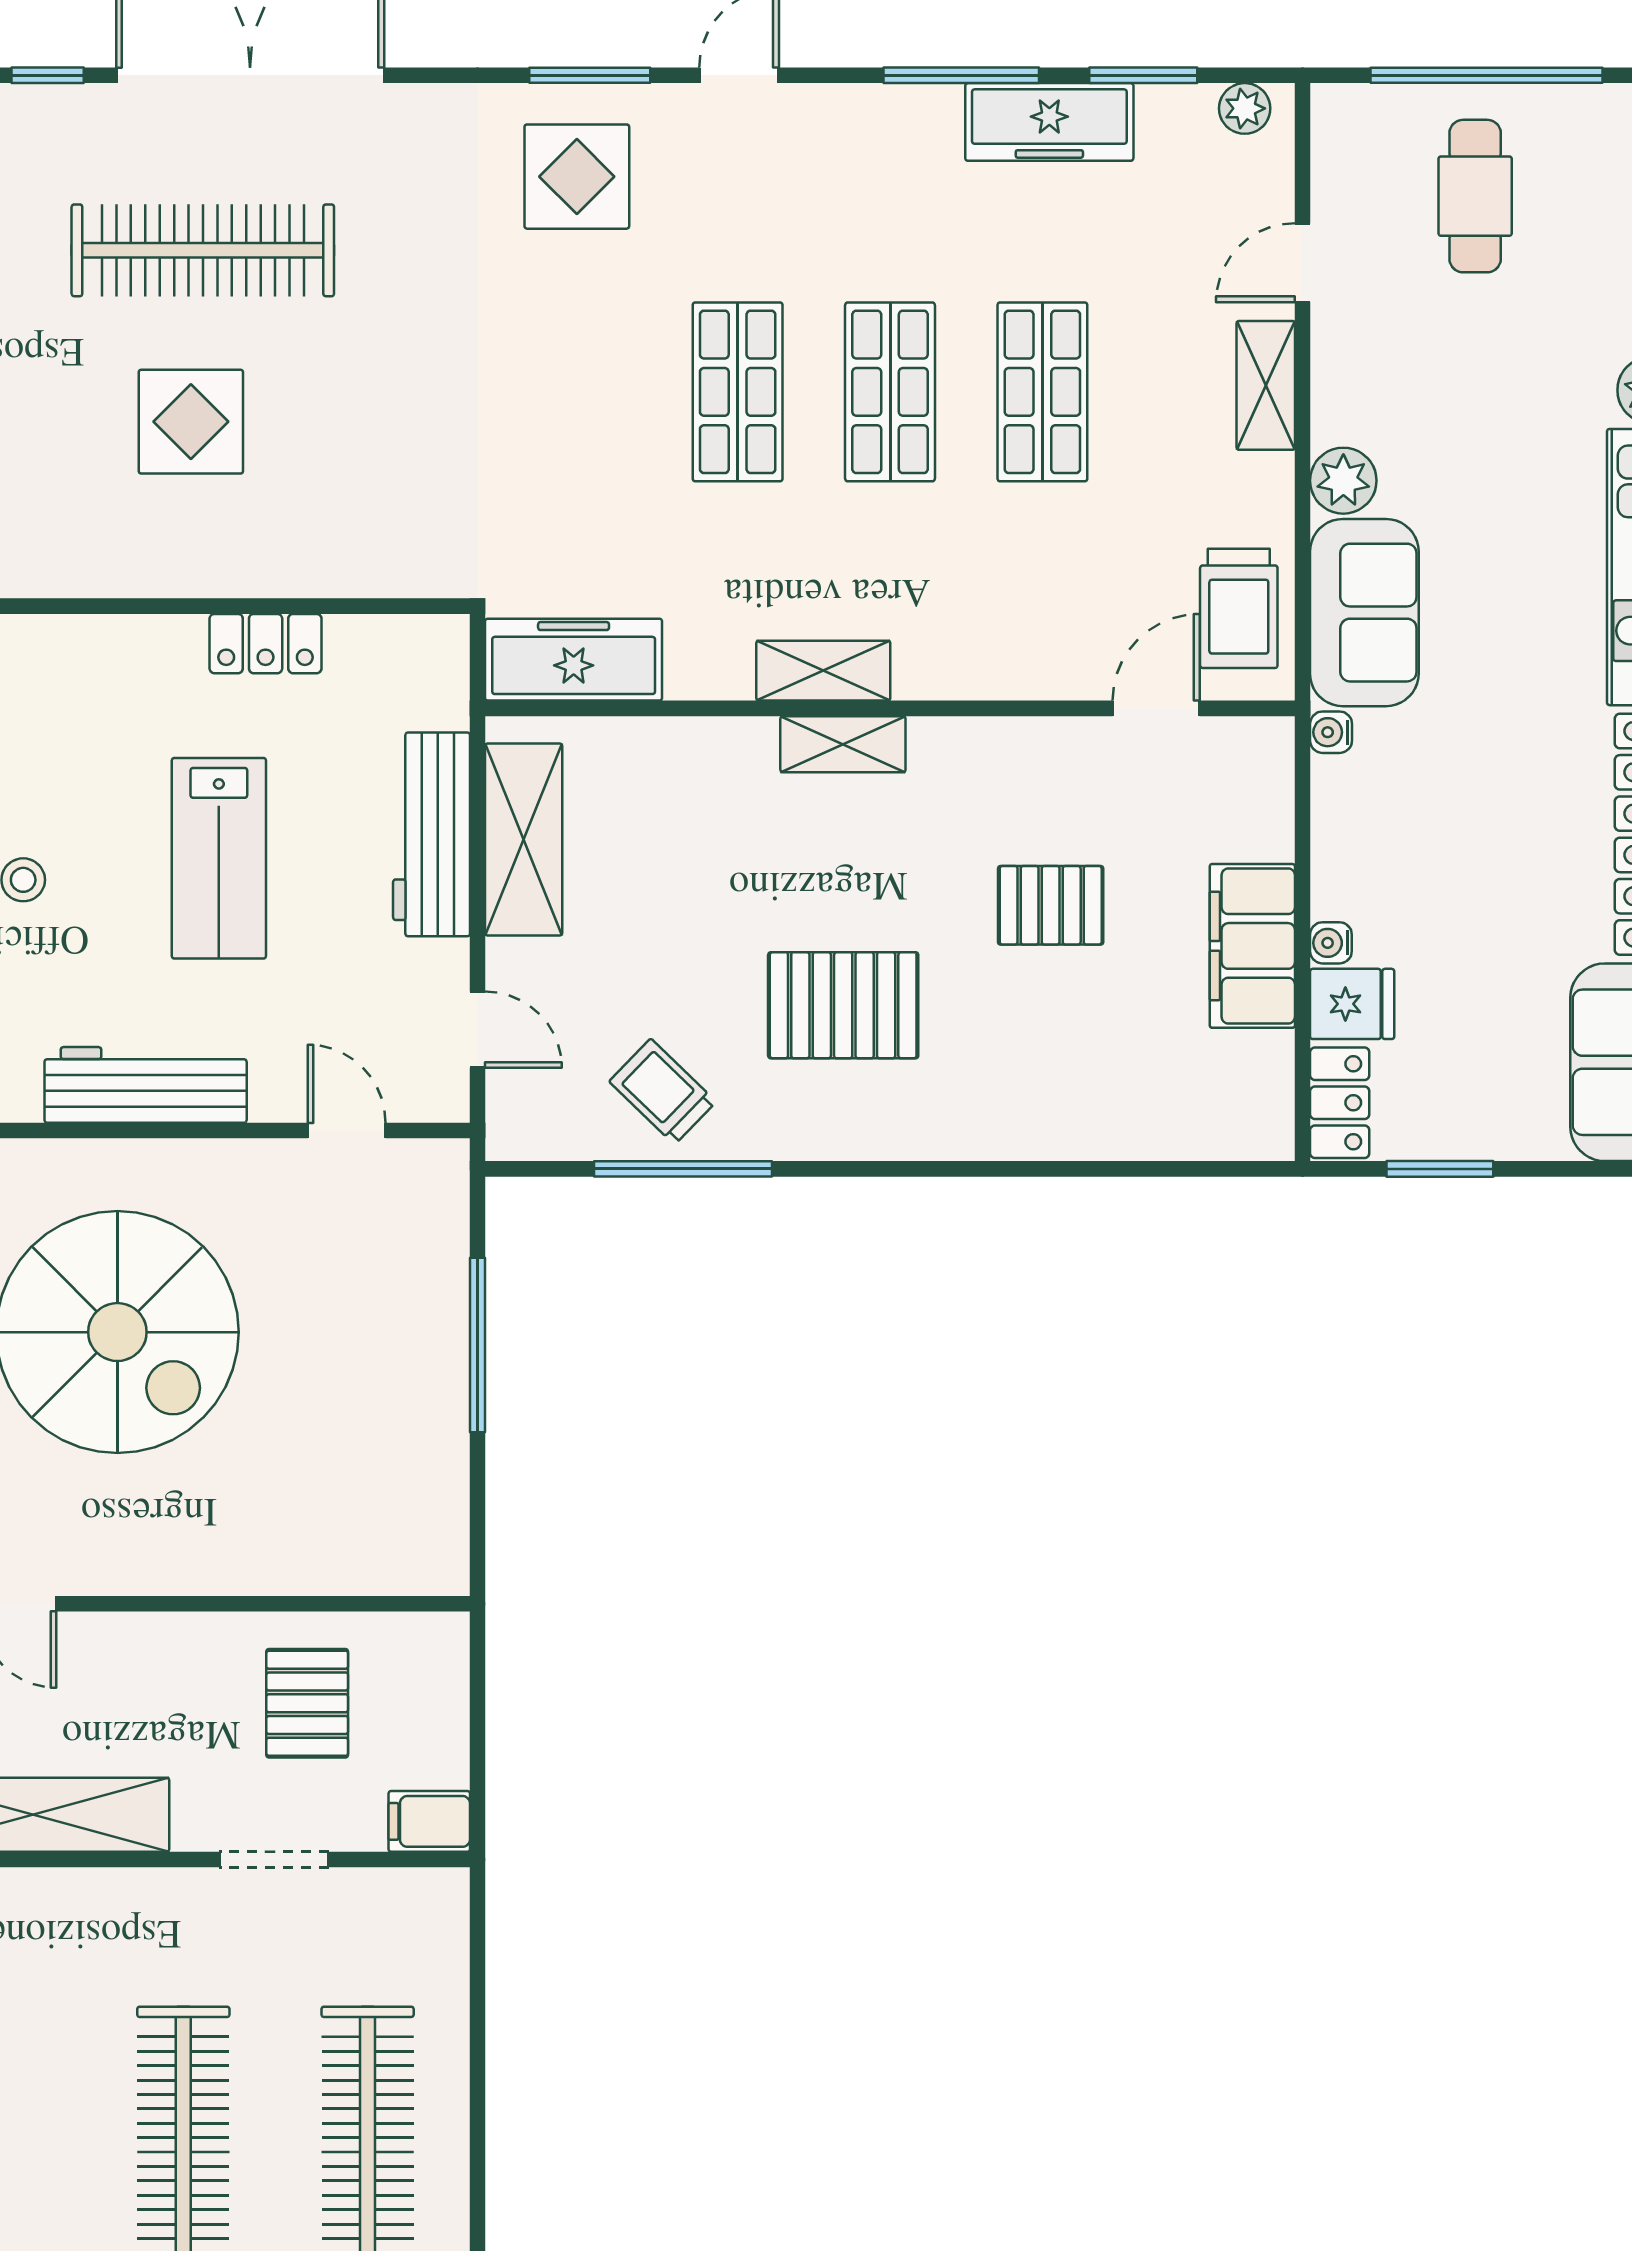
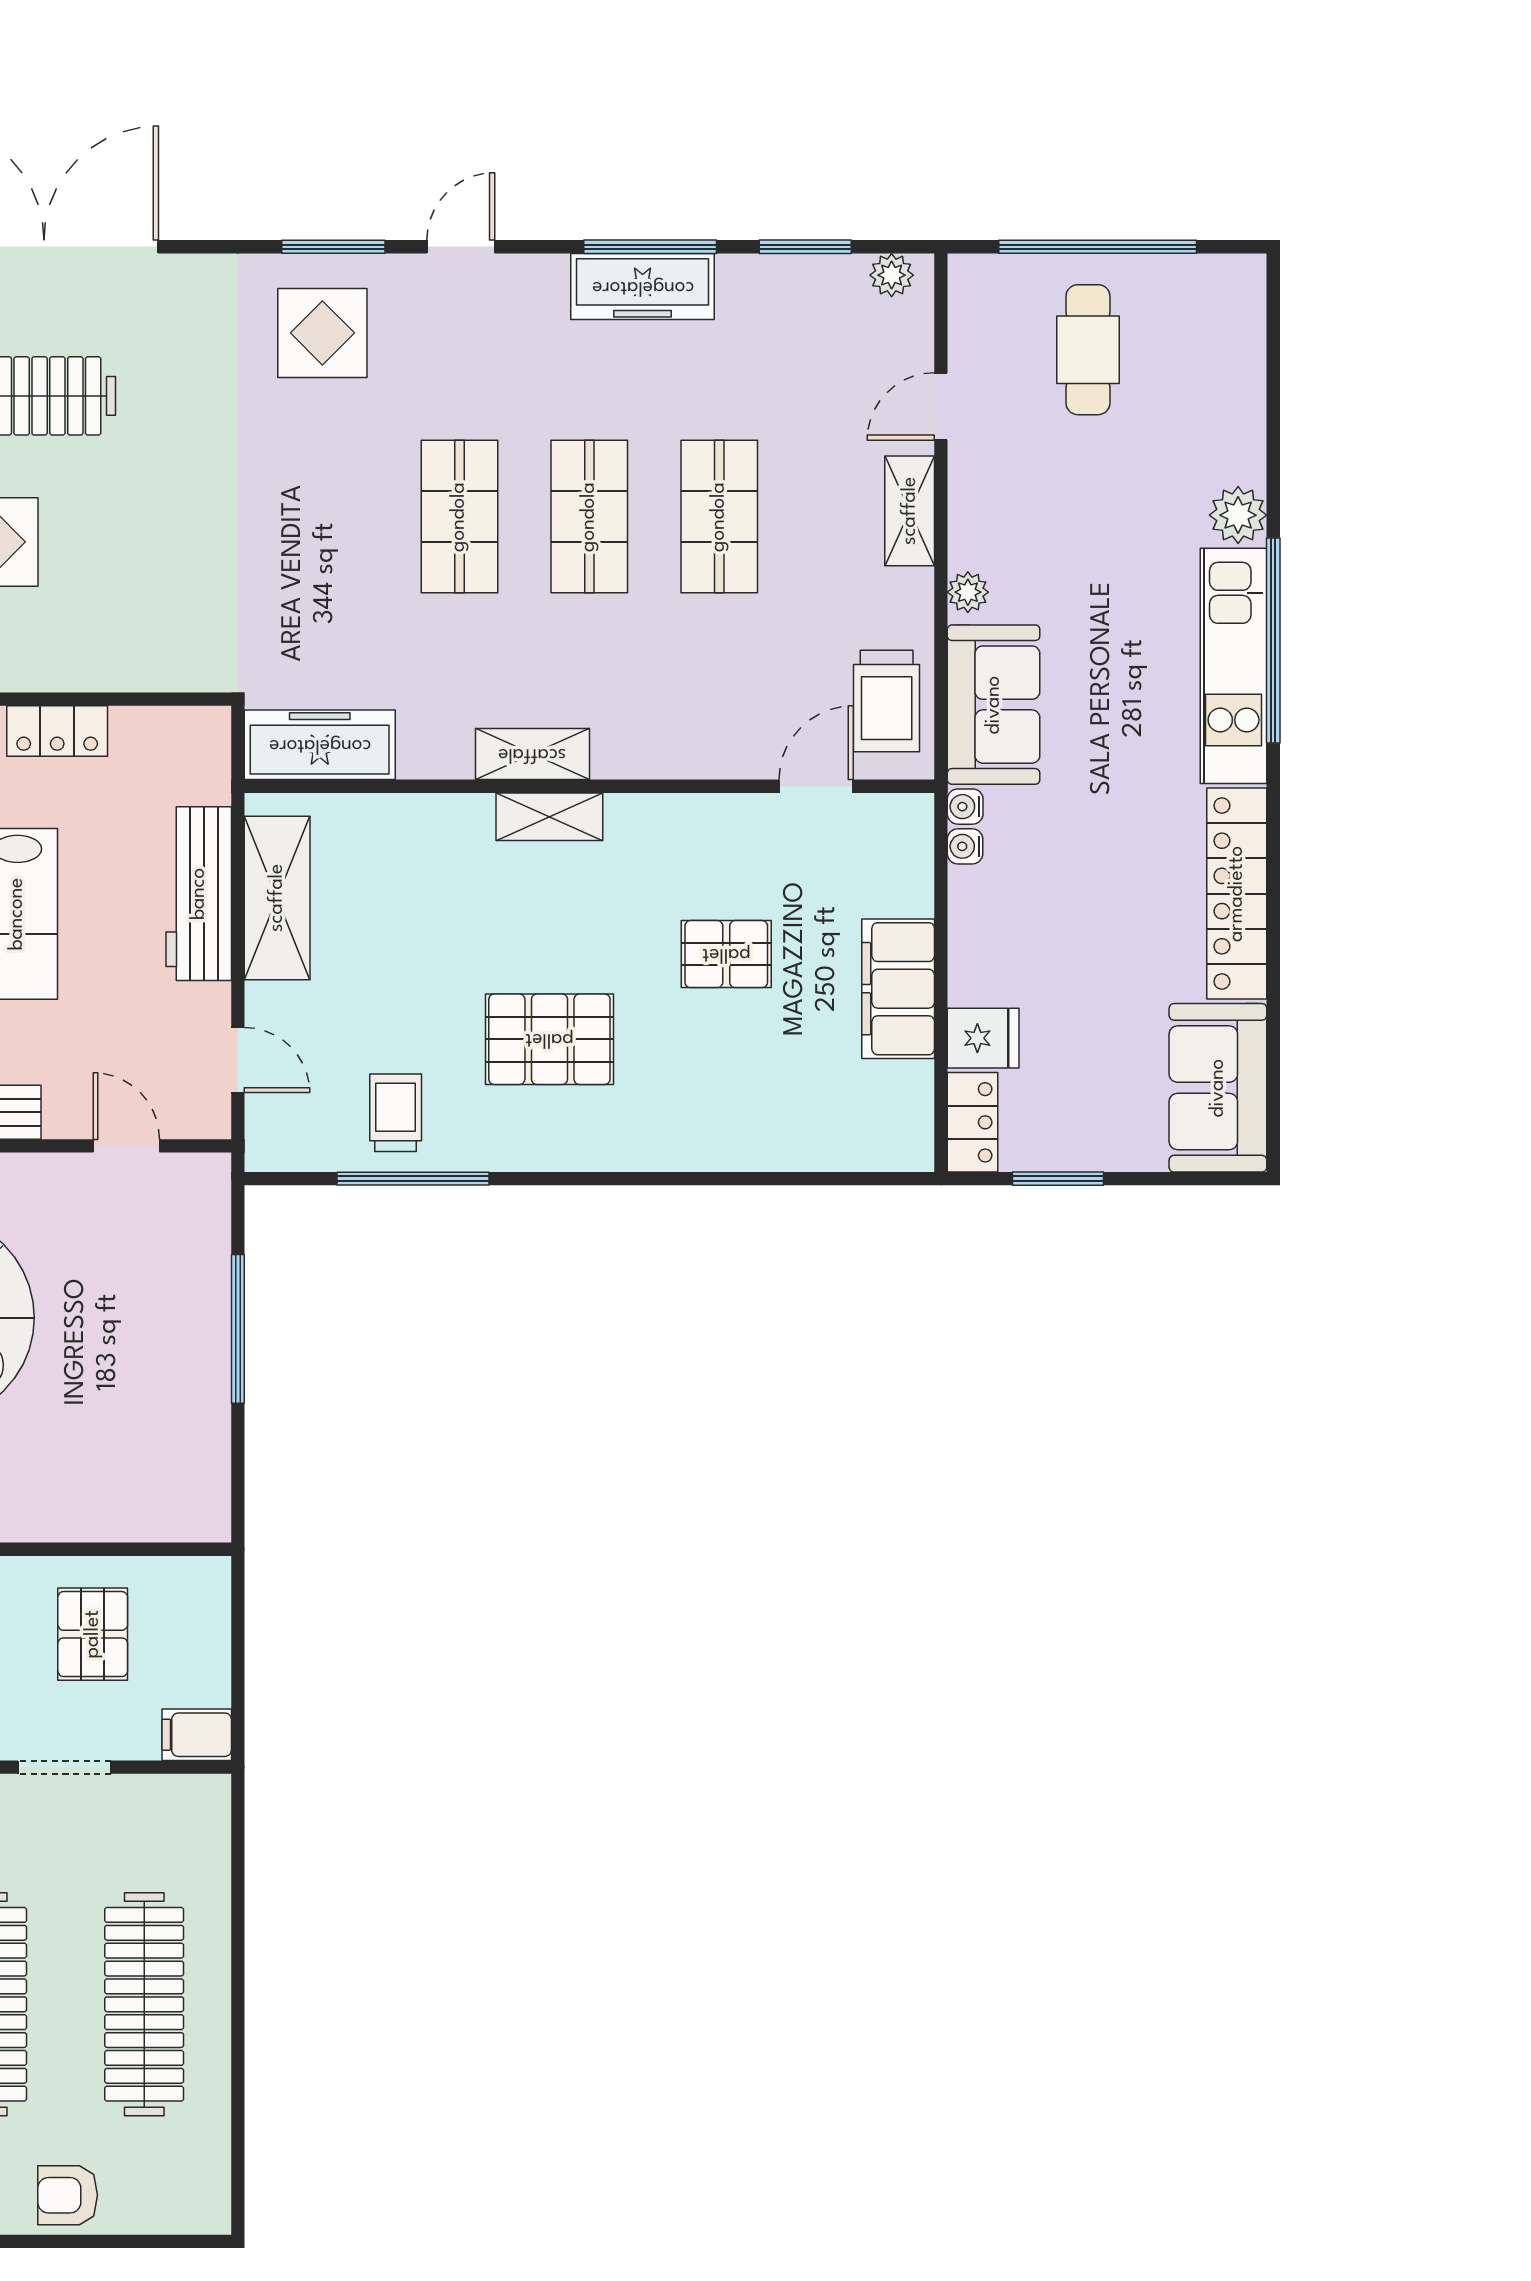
freezer: (1049, 122) -> (643, 287), moved
plant: (1343, 481) -> (968, 592), width x0.73, depth x0.73
water cooler: (1331, 943) -> (965, 846), moved
trolley: (663, 1092) -> (396, 1113), turned 46

